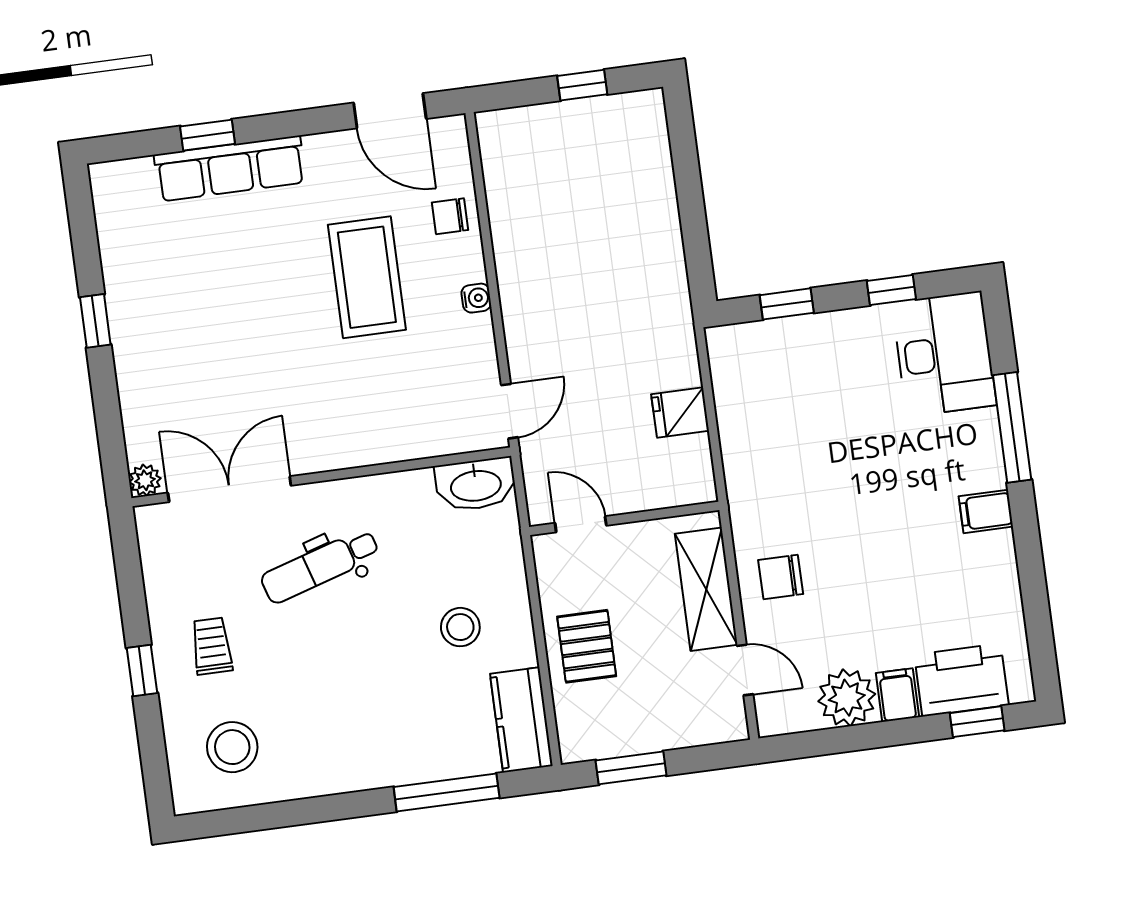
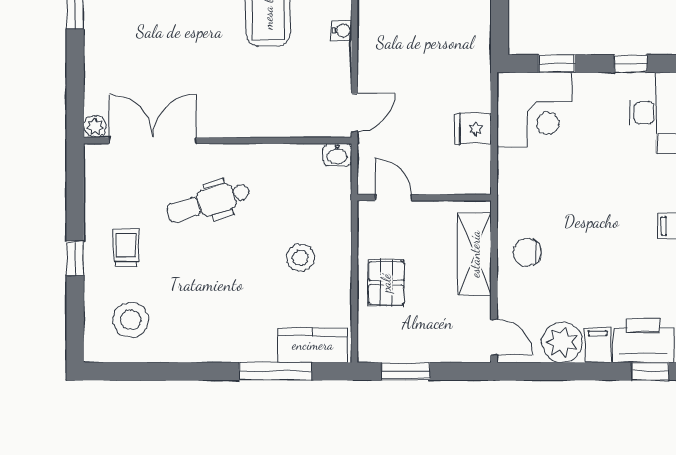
corner desk: (763, 373) -> (534, 110), added
washbasin: (476, 484) -> (337, 155), width x0.52, depth x0.69
door: (745, 670) -> (494, 337), moved
kitchen counter: (521, 720) -> (313, 345), moved, turned 90

